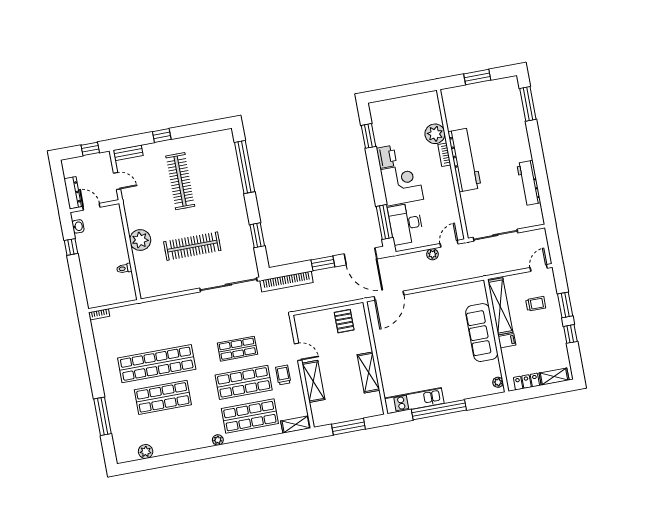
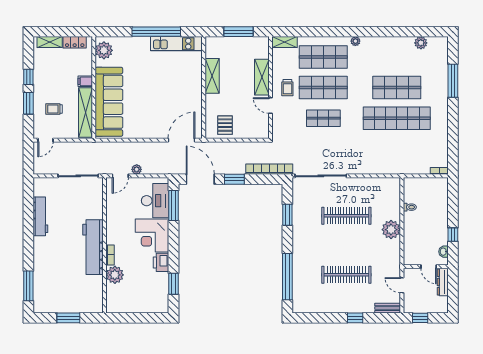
clothes rail: (180, 181) -> (346, 275), turned 90
sofa: (482, 333) -> (109, 102), width x1.36, depth x1.27
plant: (498, 382) -> (104, 50), width x1.87, depth x1.87

